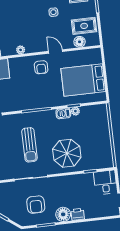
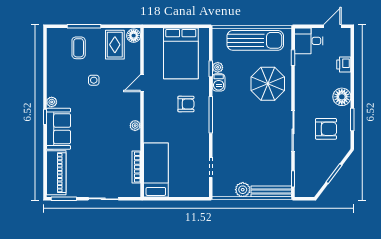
floor lamp: (80, 42) -> (134, 36), moved
armchair: (41, 67) -> (186, 104), moved
sun lounger: (29, 145) -> (255, 40), moved, width x1.36, depth x1.34
printer: (78, 214) -> (344, 65), moved

